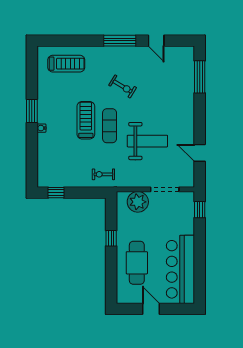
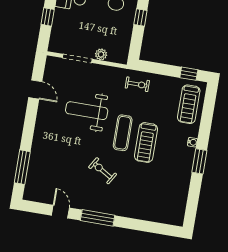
treadmill: (66, 64) -> (189, 104), moved, turned -90
plant: (138, 202) -> (101, 54), width x0.53, depth x0.53
window: (200, 210) -> (48, 17), moved

